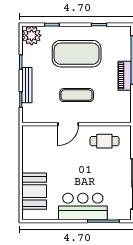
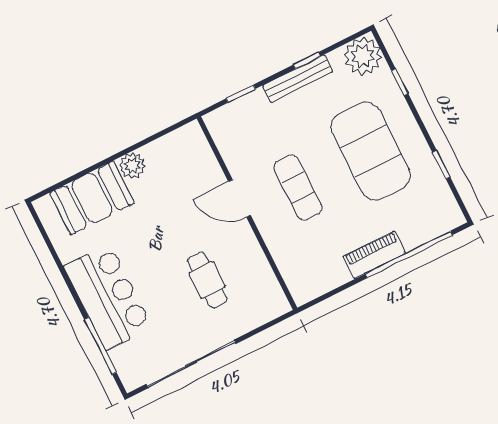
bench: (27, 85) -> (298, 79), moved
cafe table: (104, 141) -> (207, 280), moved
plant: (29, 165) -> (132, 165), added

